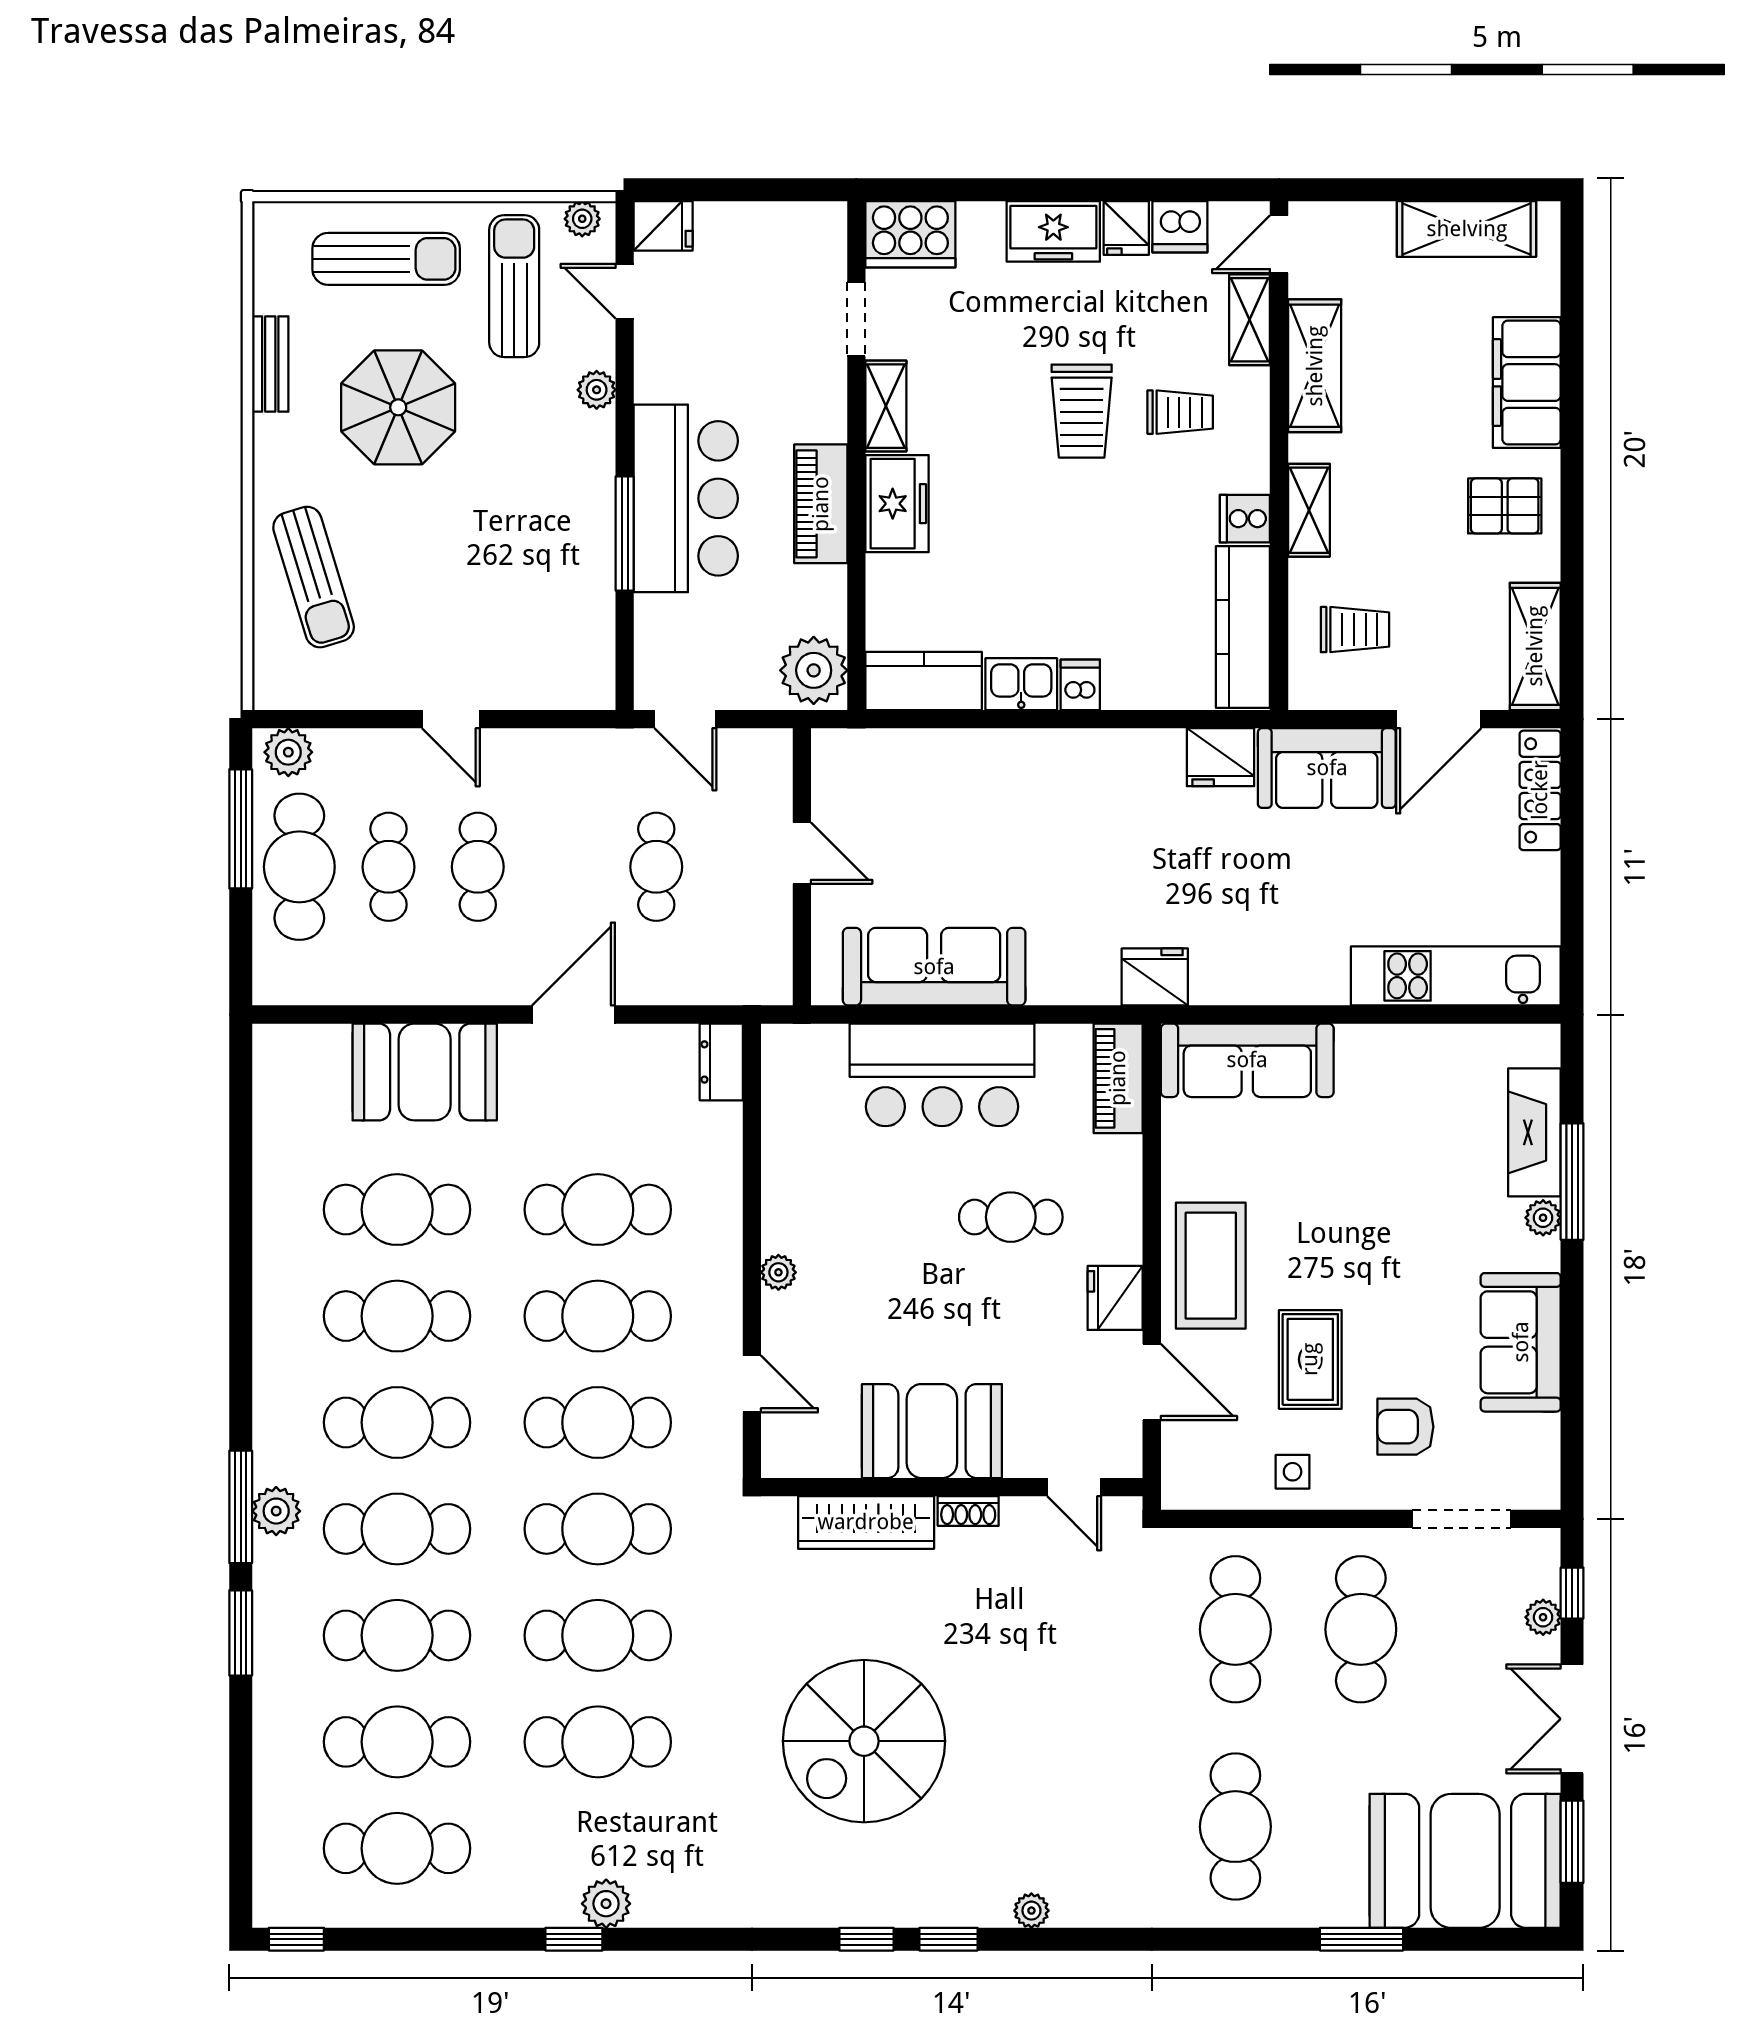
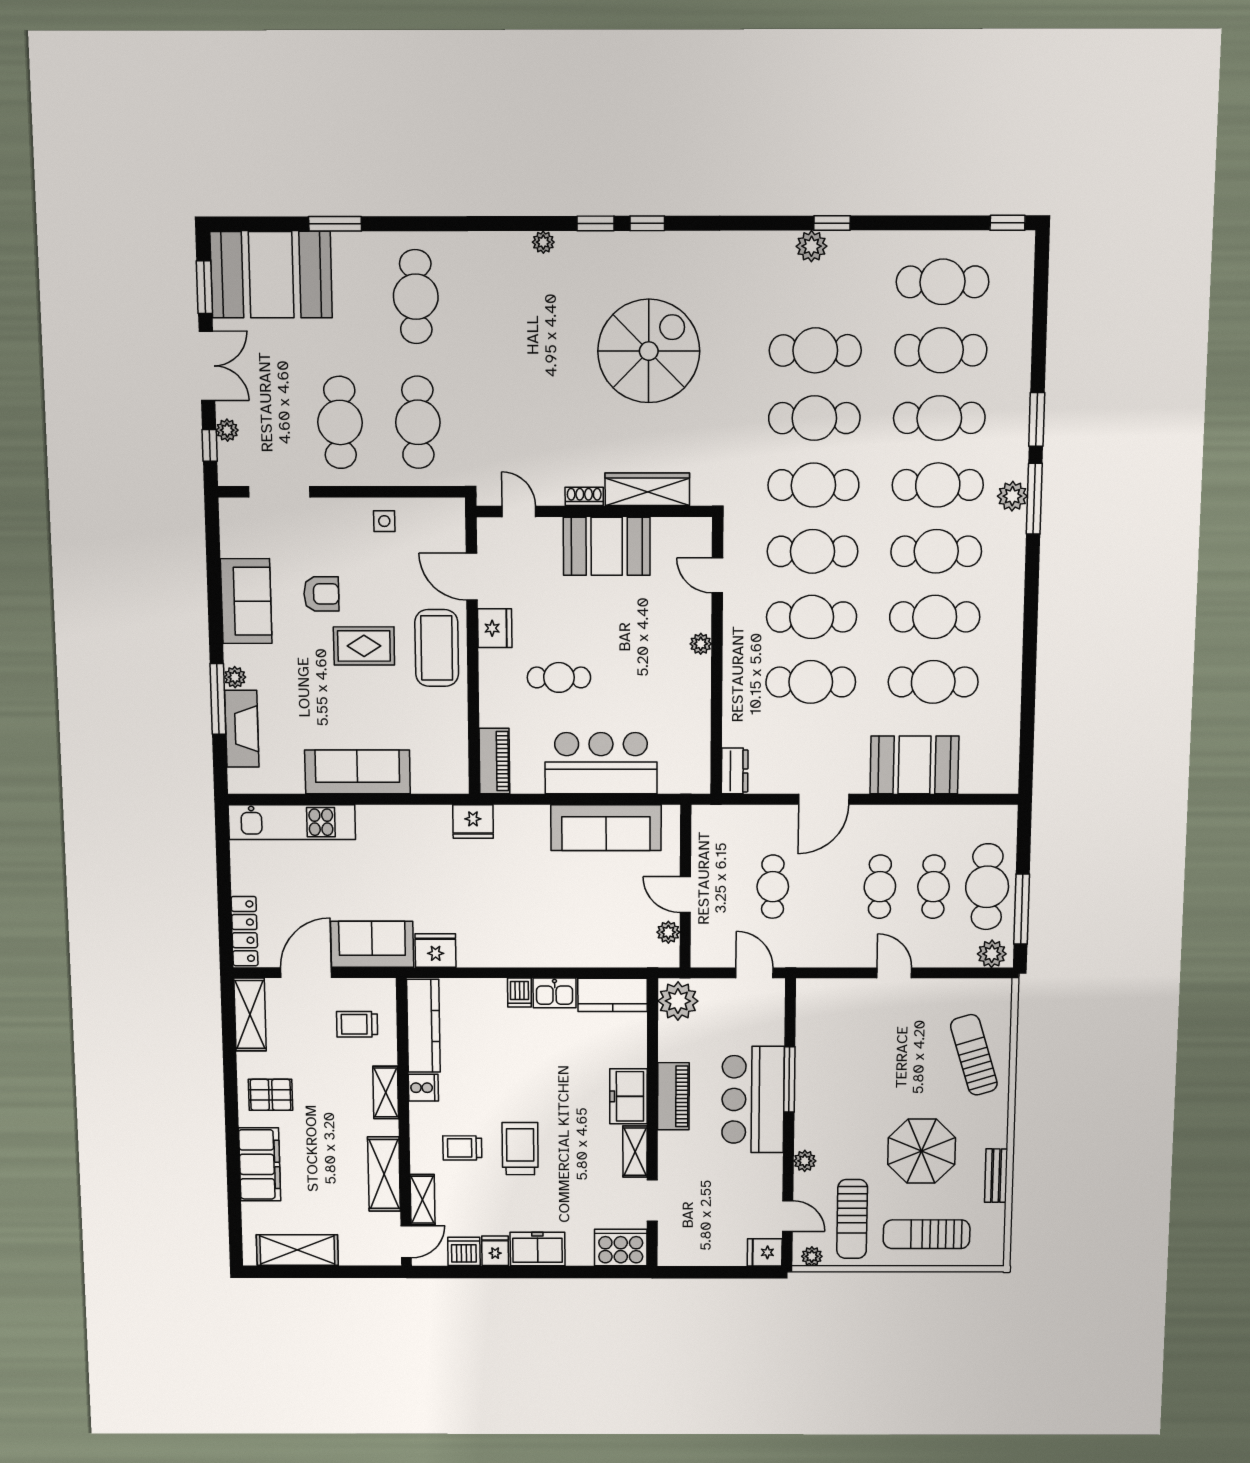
plant: (830, 789) -> (668, 932), added
sofa: (1247, 1060) -> (357, 772), moved
rug: (1310, 1359) -> (364, 646), moved, turned 90
armchair: (1405, 1427) -> (321, 594), moved

